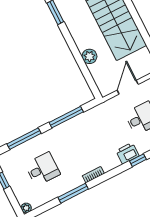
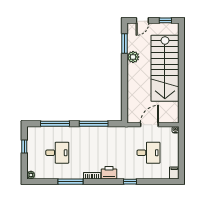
plant: (89, 56) -> (133, 57), moved
printer: (127, 153) -> (109, 173), moved

